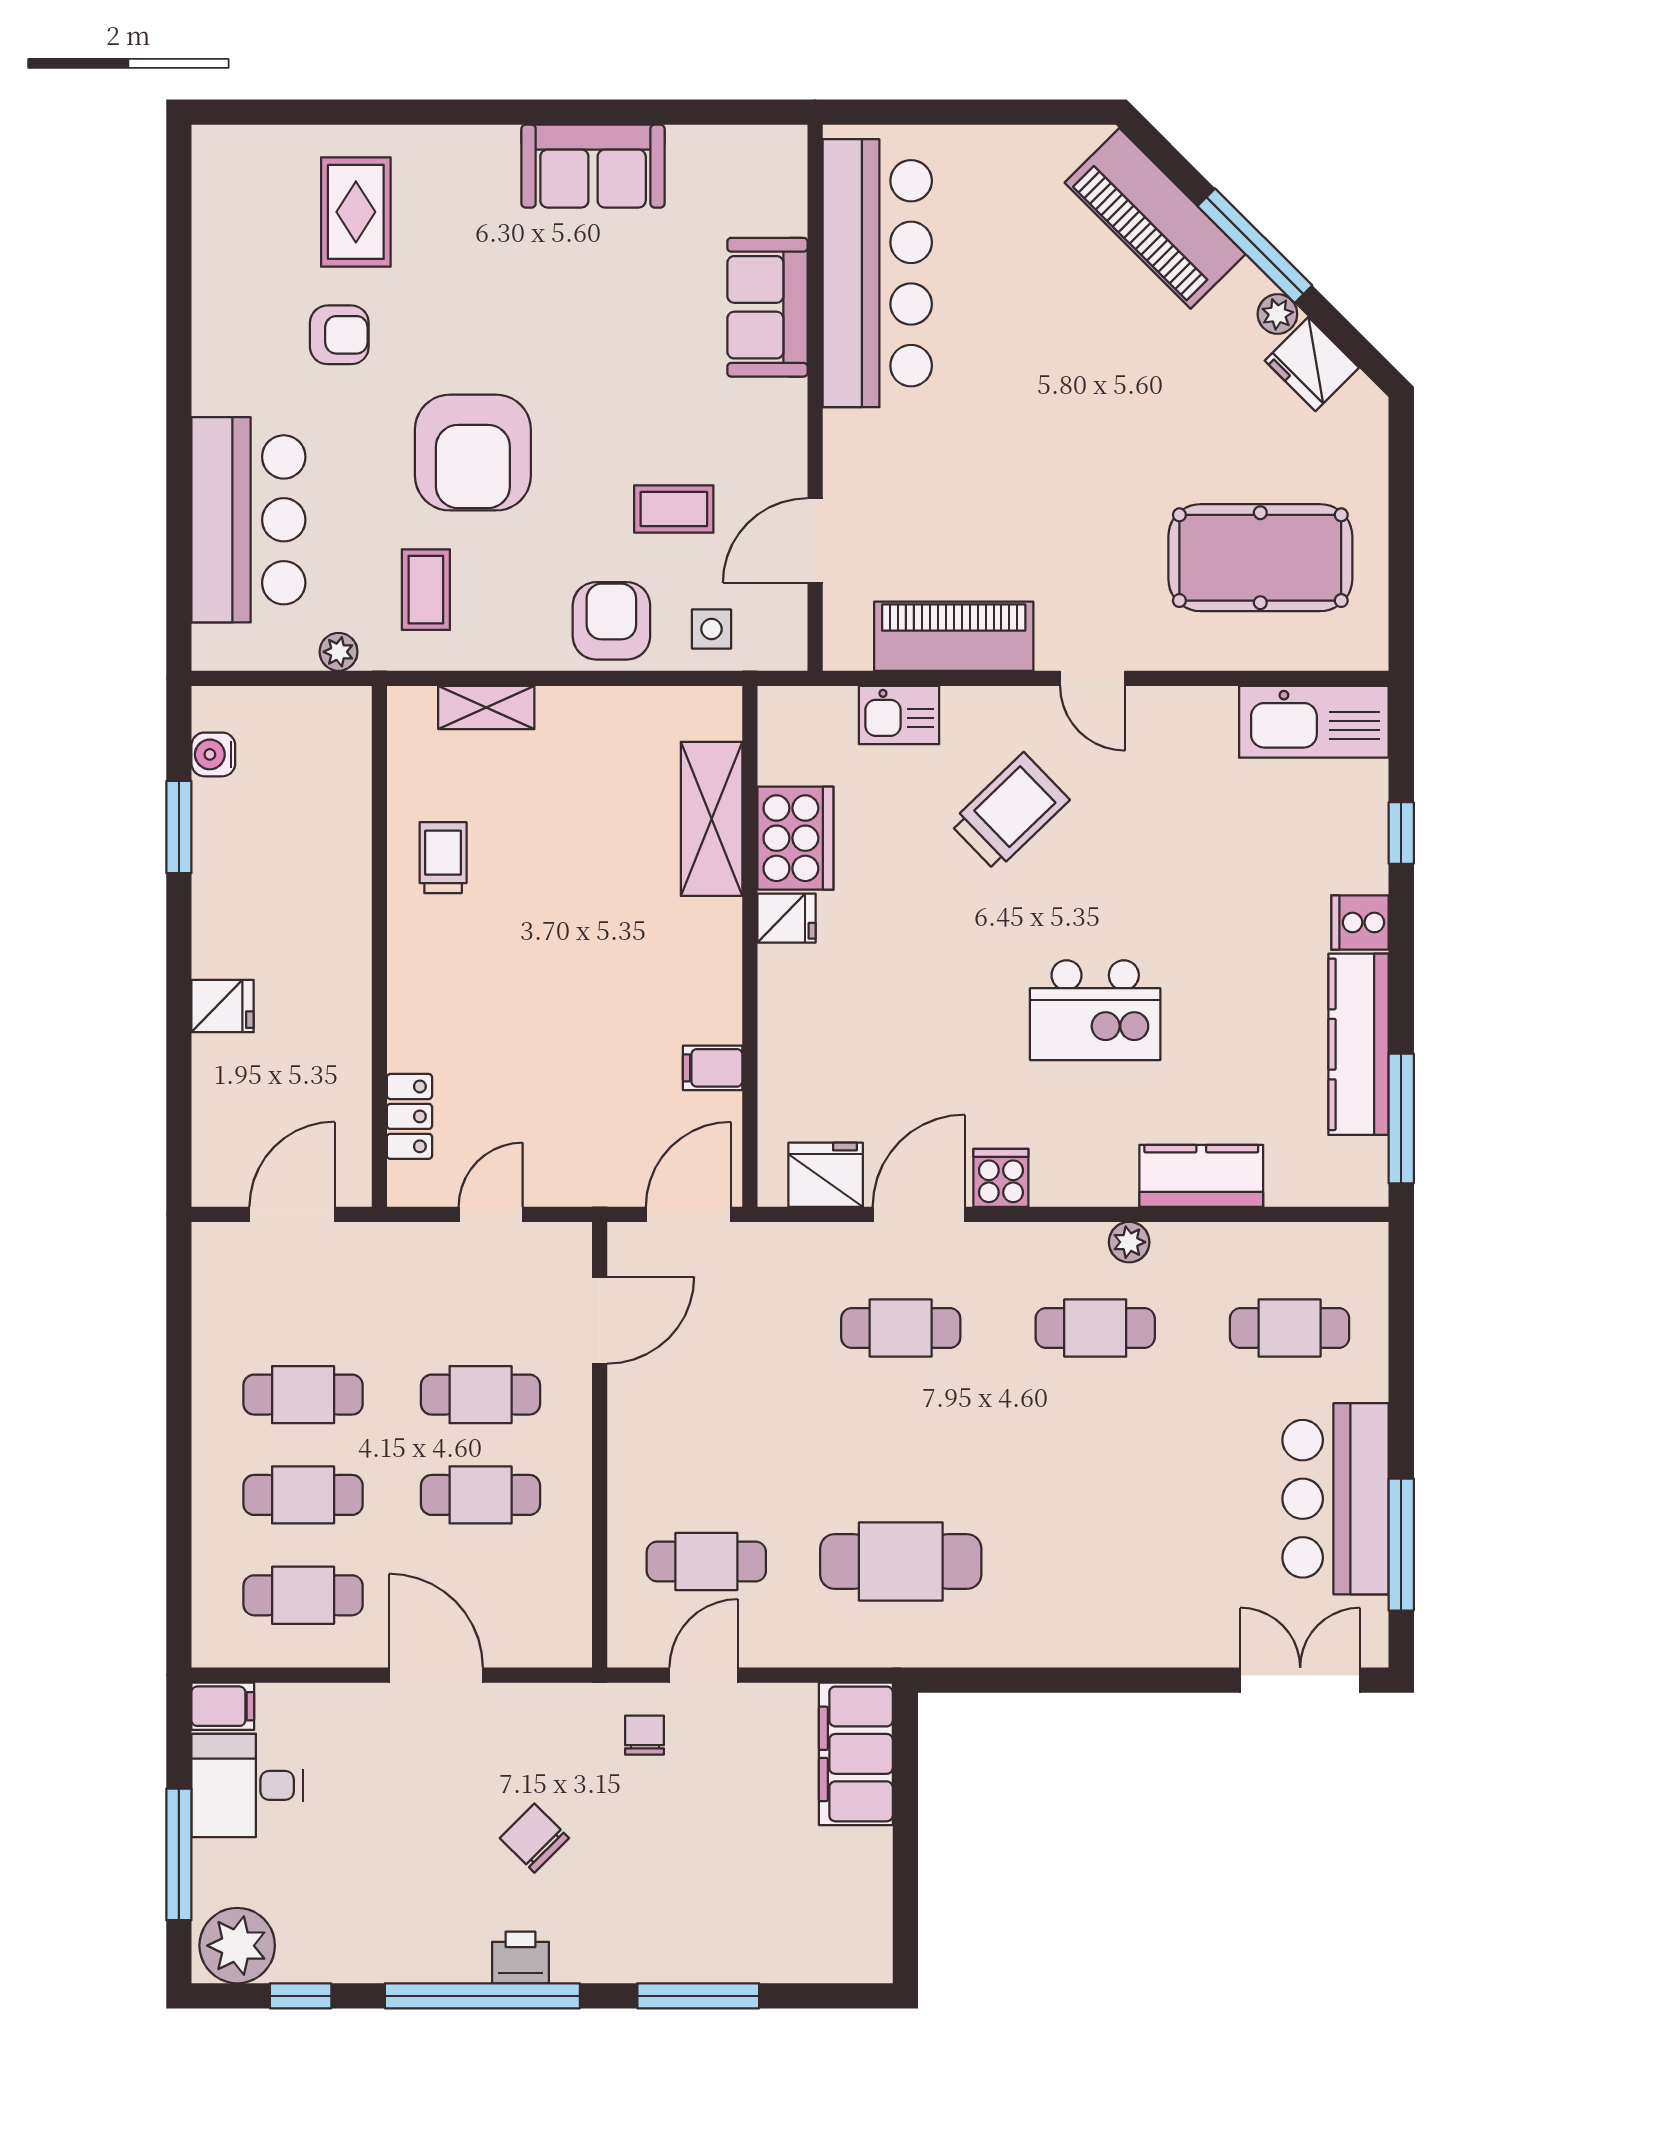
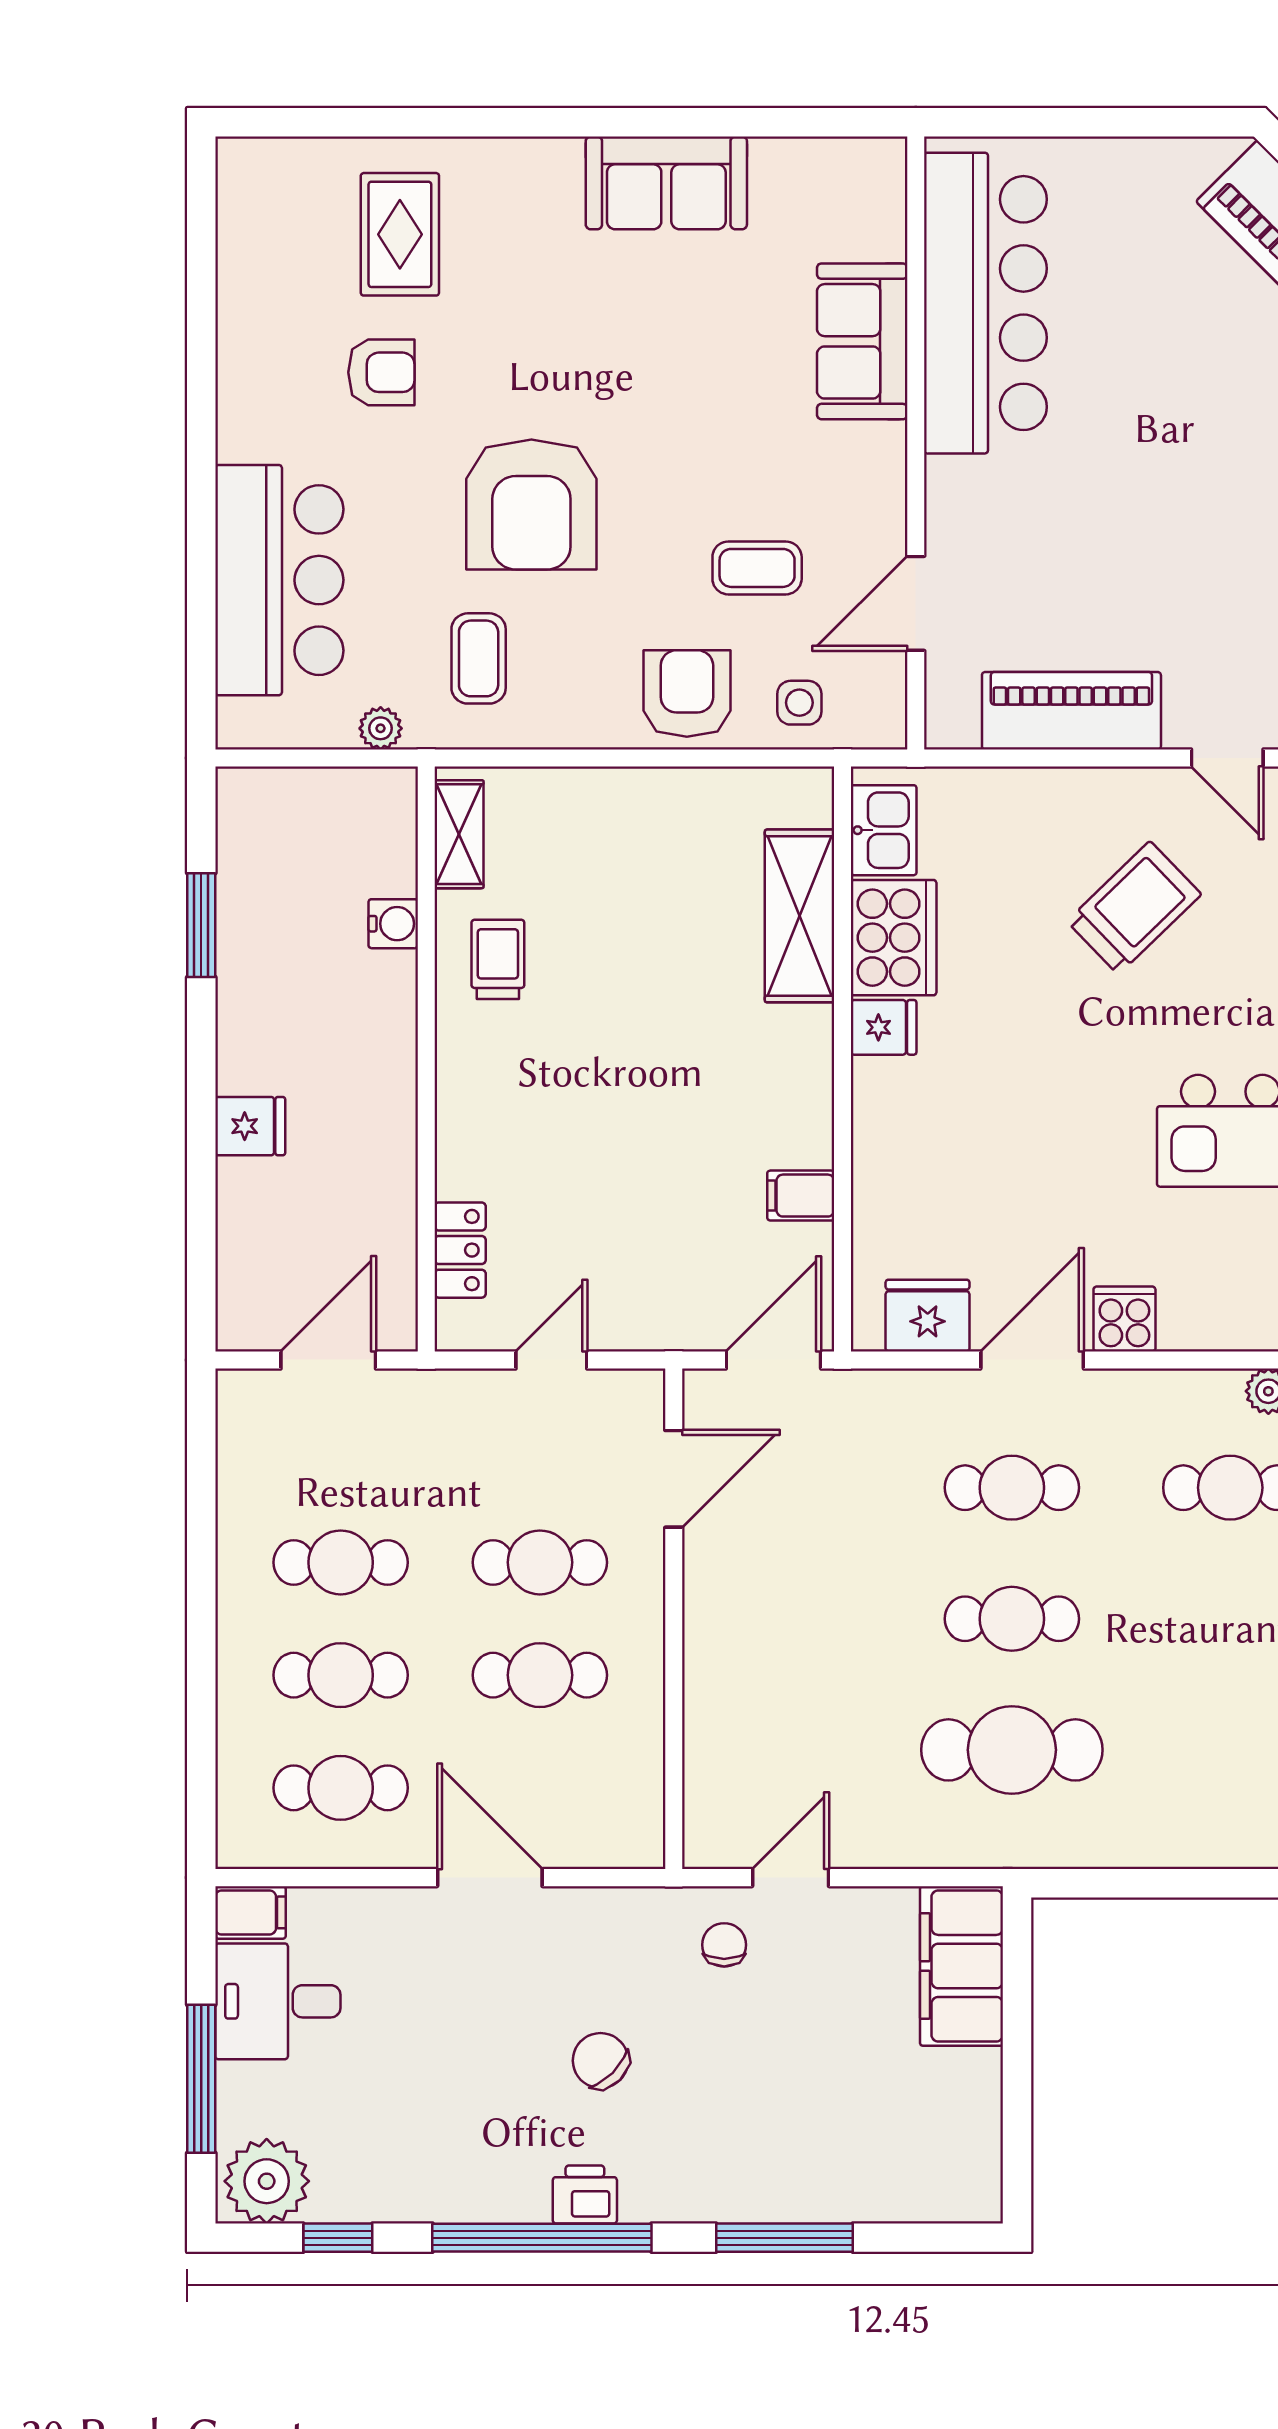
shelving: (486, 707) -> (459, 834), moved, turned 90
kitchen sink: (899, 715) -> (884, 830), moved, turned -90
water cooler: (213, 754) -> (393, 924), moved, turned 180
cafe table: (706, 1562) -> (1012, 1619), moved

